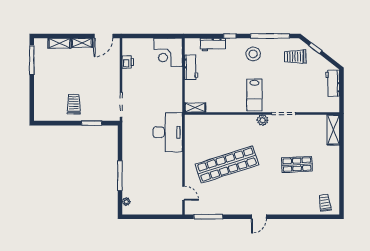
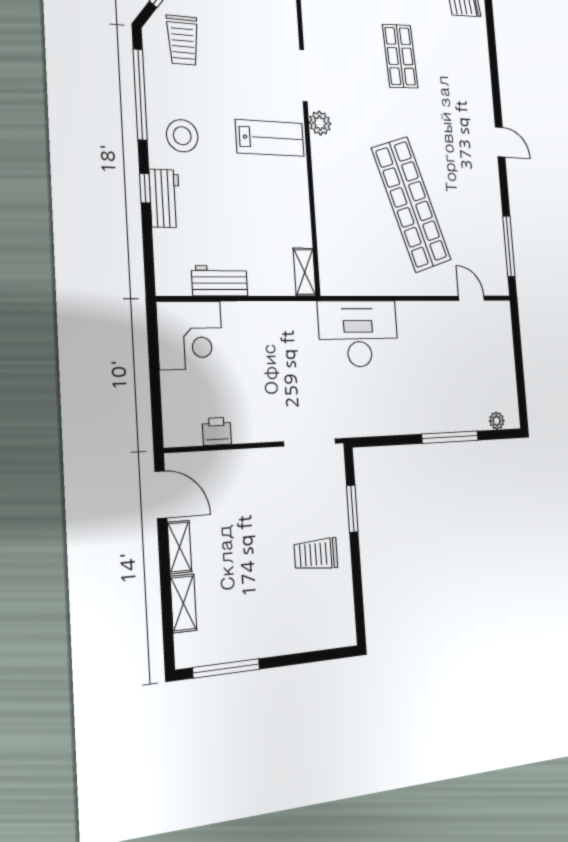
workbench: (213, 45) -> (165, 198), moved
door: (183, 193) -> (471, 298), hinge flipped

